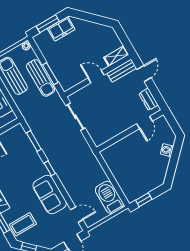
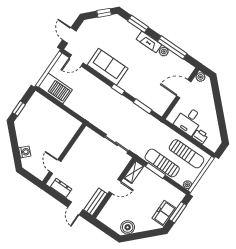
boiler: (102, 32) -> (128, 227), added
shelving: (116, 56) -> (134, 172), moved
window: (144, 200) -> (19, 108), moved
coffee table: (23, 224) -> (119, 30), removed

